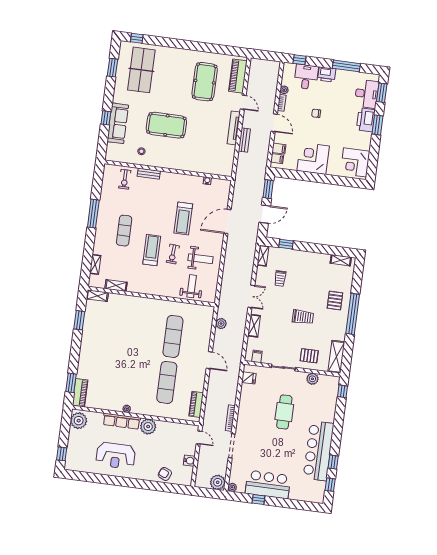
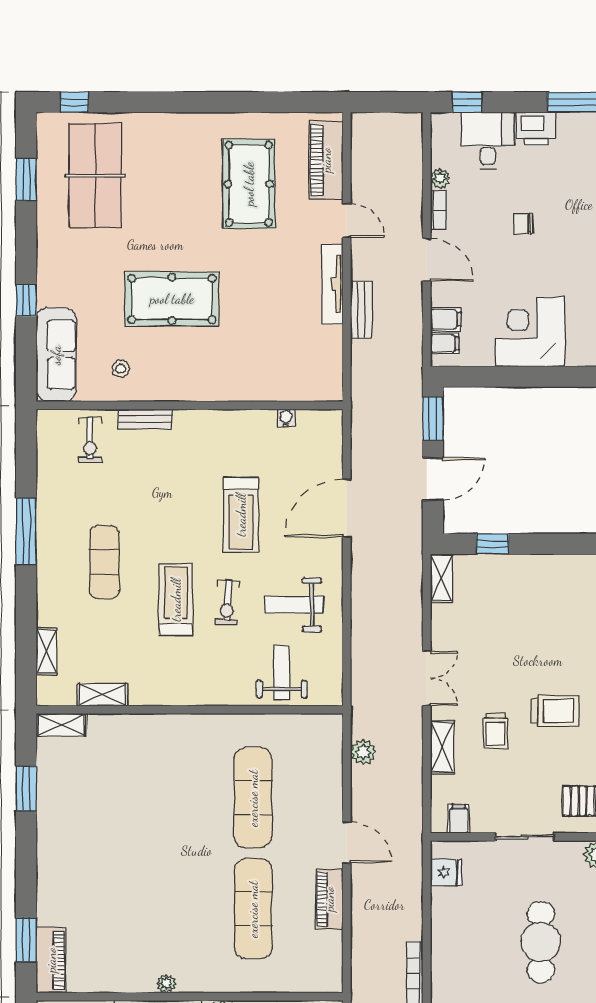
sofa: (118, 123) -> (56, 355), moved
weight bench: (201, 259) -> (294, 605), turned 180
trolley: (280, 278) -> (496, 731), moved
piano: (196, 404) -> (329, 899), moved

